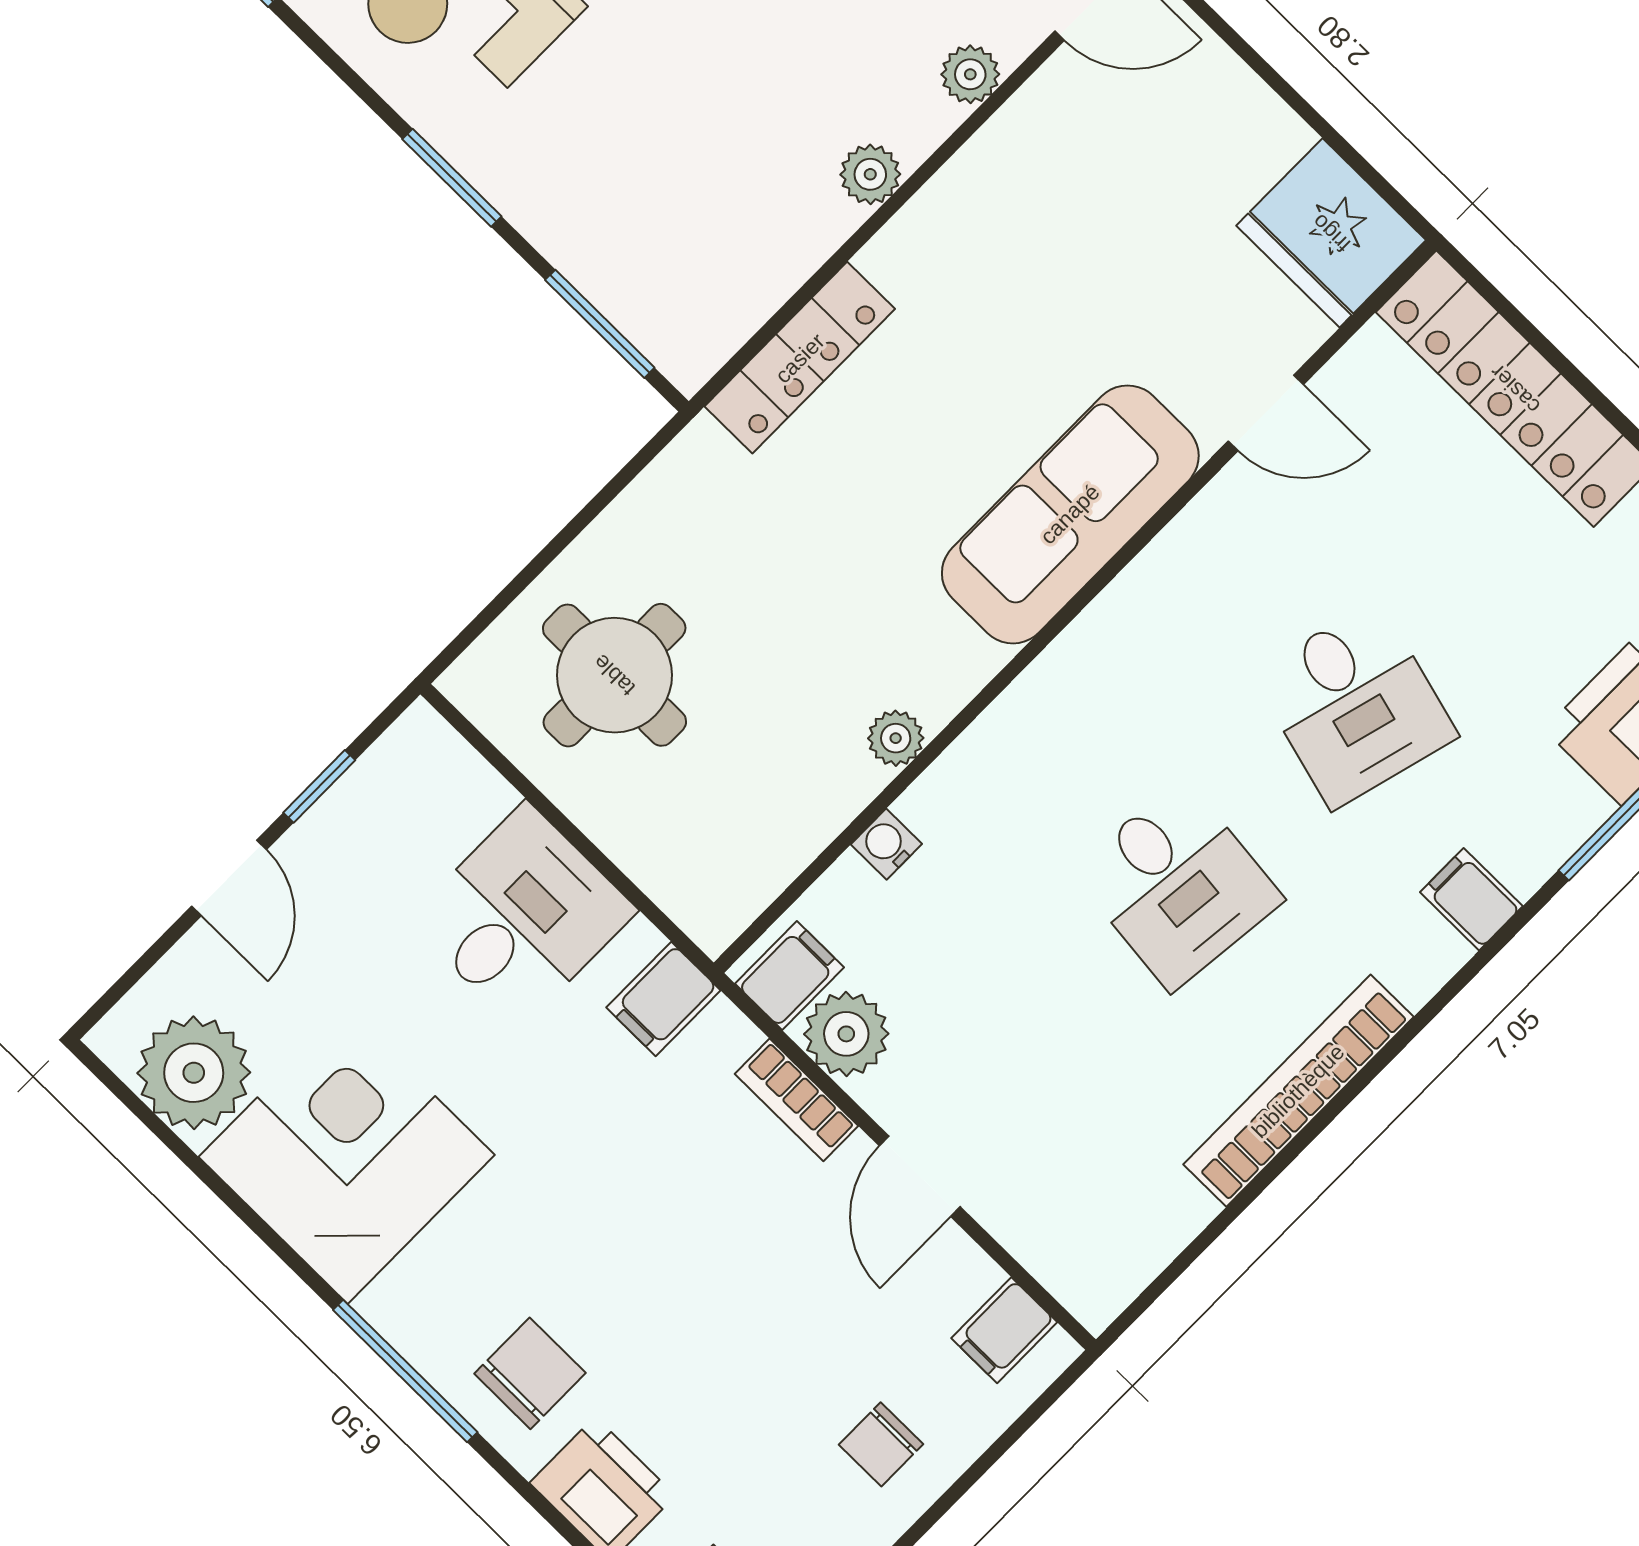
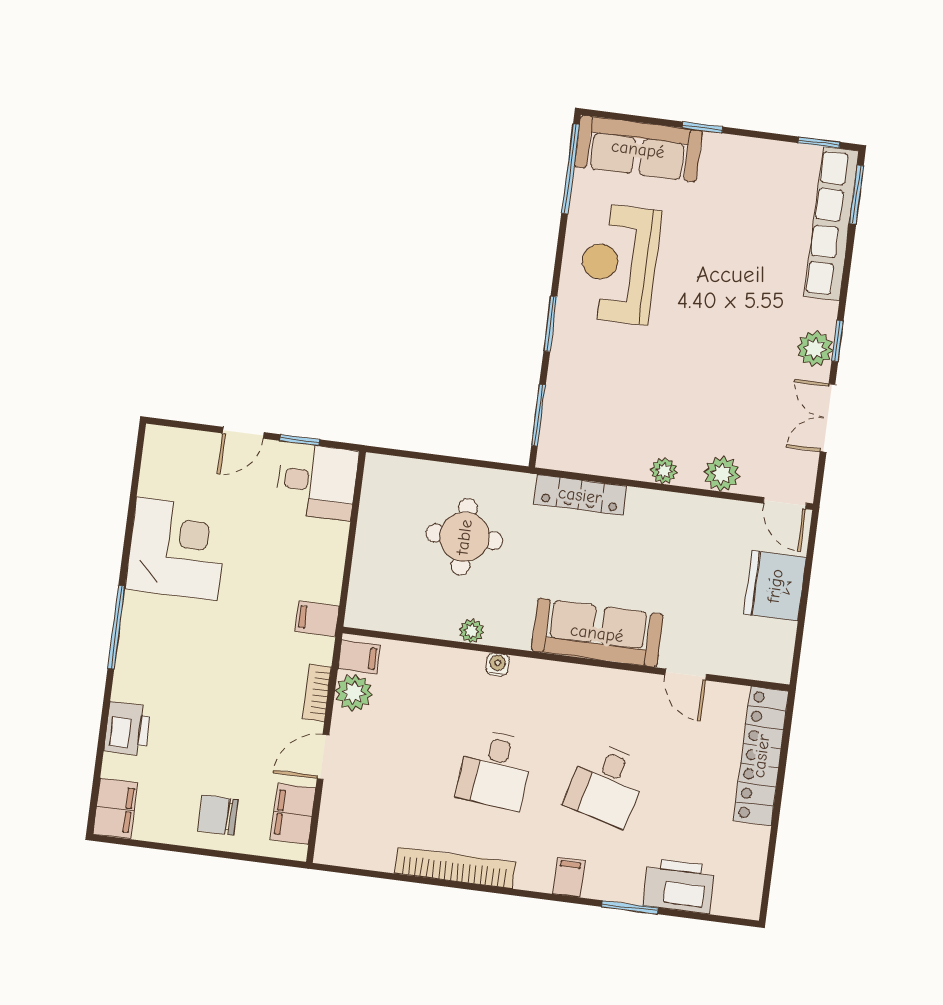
plant: (970, 74) -> (722, 474), width x1.38, depth x1.38
fridge: (1331, 233) -> (775, 586), moved
round table: (614, 675) -> (464, 537), moved
water cooler: (886, 844) -> (497, 665), moved
desk: (522, 915) -> (317, 481), moved
plant: (194, 1073) -> (165, 473), removed
filing cabinet: (1004, 1330) -> (293, 814), width x2.00
chair: (530, 1373) -> (149, 672), removed
chair: (881, 1444) -> (218, 815), width x1.37, depth x1.37

